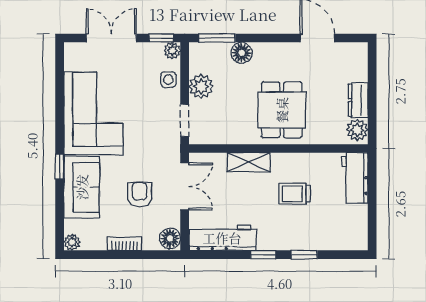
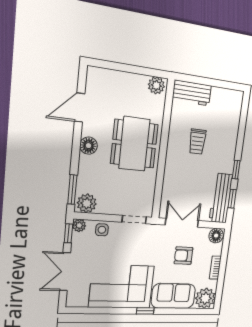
floor lamp: (242, 53) -> (89, 146), moved
plant: (201, 86) -> (87, 203), moved
dresser: (358, 100) -> (133, 81), removed
dining table: (282, 110) -> (134, 144), width x1.37
shelving: (249, 162) -> (171, 174), removed
window: (60, 166) -> (145, 311), moved
plant: (72, 242) -> (205, 298), width x1.88, depth x1.88
window: (304, 255) -> (232, 199), moved

